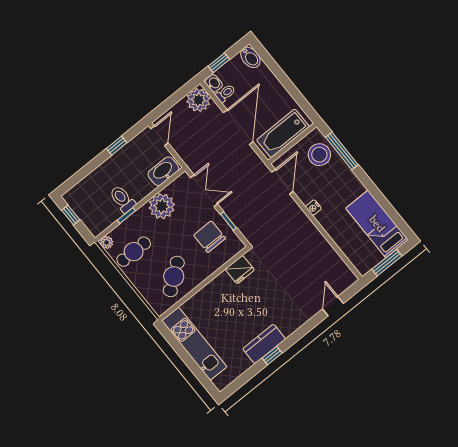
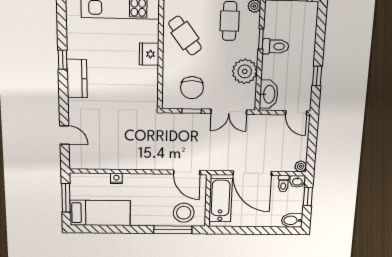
plant: (198, 100) -> (301, 166), width x0.53, depth x0.53
nightstand: (313, 208) -> (116, 178), moved
chair: (210, 237) -> (192, 88), turned 90
fridge: (240, 270) -> (149, 54), moved
kitchen counter: (264, 344) -> (77, 79), moved

